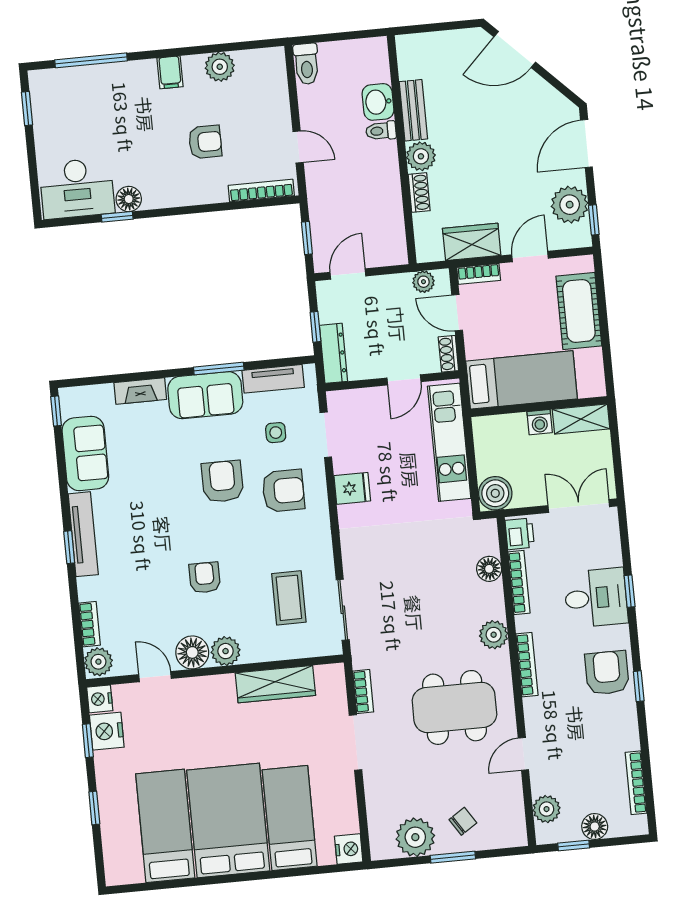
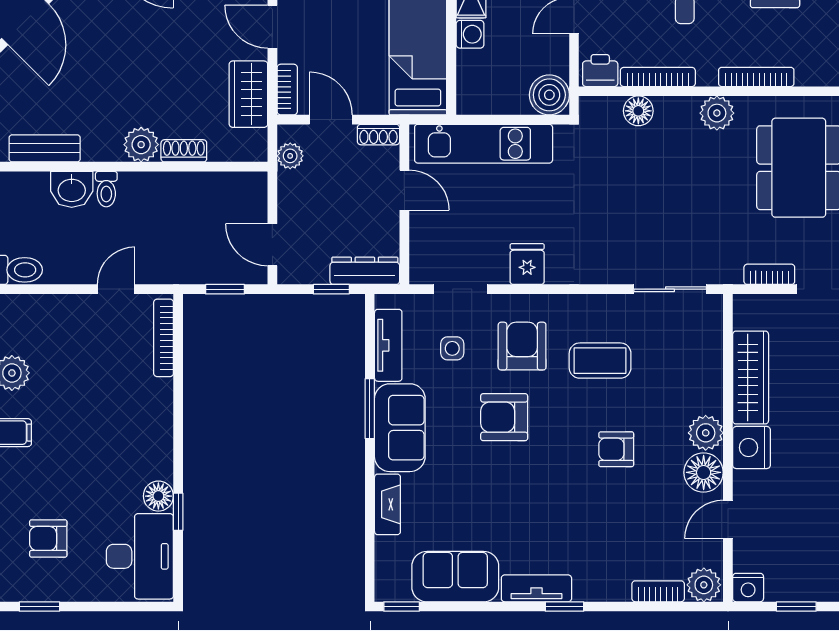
bench: (413, 110) -> (45, 148), moved
armchair: (205, 142) -> (48, 538), moved, turned -90
door: (457, 313) -> (331, 120), swing flipped
tv unit: (83, 534) -> (536, 588), width x0.71
coffee table: (289, 598) -> (600, 361), moved
nightstand: (107, 731) -> (751, 448), moved, turned 90

